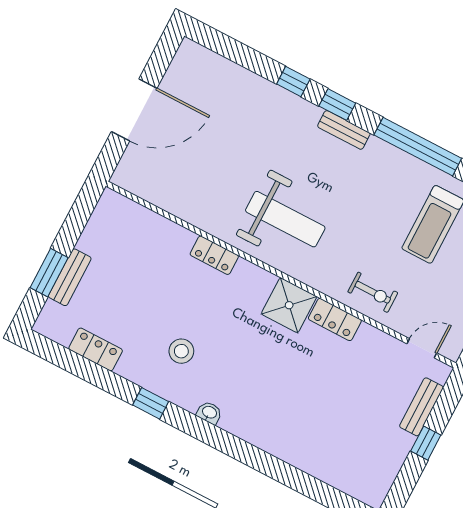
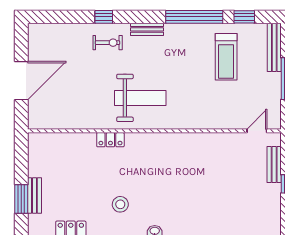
window: (337, 105) -> (136, 17), removed
exercise bike: (373, 292) -> (108, 43), moved
shower: (289, 305) -> (168, 146), removed
locker: (335, 319) -> (199, 140), removed

